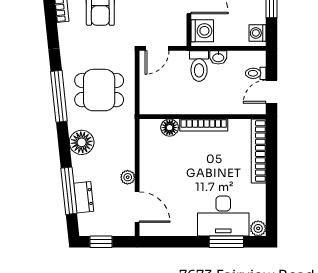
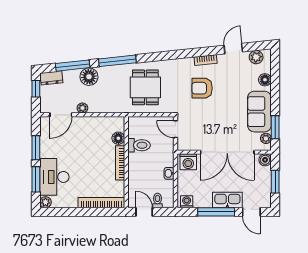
toilet: (199, 66) -> (139, 145), moved, turned 180
window: (59, 96) -> (117, 61), moved
floor lamp: (82, 142) -> (89, 77), moved
dresser: (84, 197) -> (51, 78), moved
window: (183, 242) -> (36, 148), added

